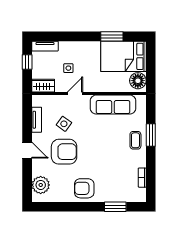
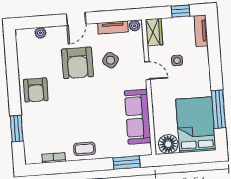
window: (112, 36) -> (218, 109), width x1.44
plant: (36, 102) -> (134, 26), added
window: (151, 135) -> (127, 163), moved
coffee table: (135, 140) -> (84, 149), moved
plant: (41, 185) -> (40, 33), width x0.53, depth x0.53
armchair: (84, 188) -> (36, 90), turned 180

